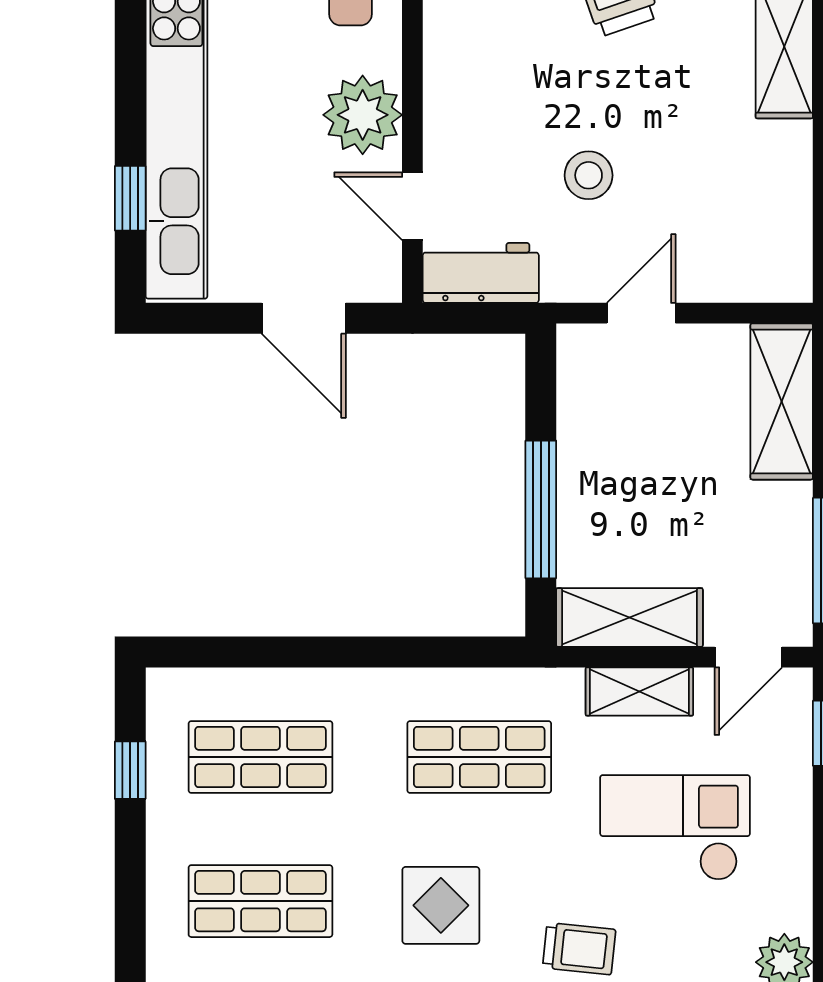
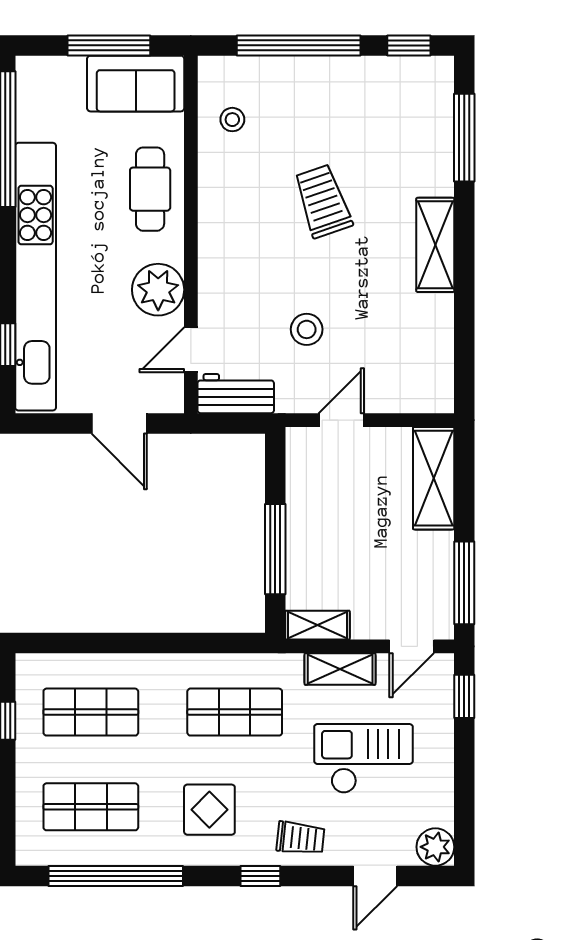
door: (412, 206) -> (191, 350), hinge flipped
shelving: (630, 617) -> (317, 625), width x0.67, depth x0.75

